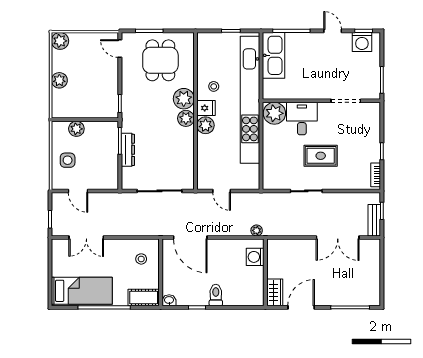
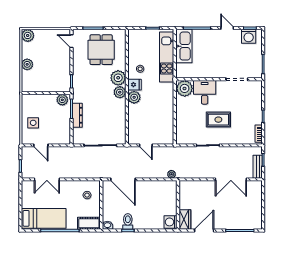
kitchen unit: (250, 100) -> (167, 57), width x0.54
plant: (76, 129) -> (62, 100), moved
washing machine: (255, 257) -> (171, 222), moved
toilet: (216, 295) -> (128, 221), moved

